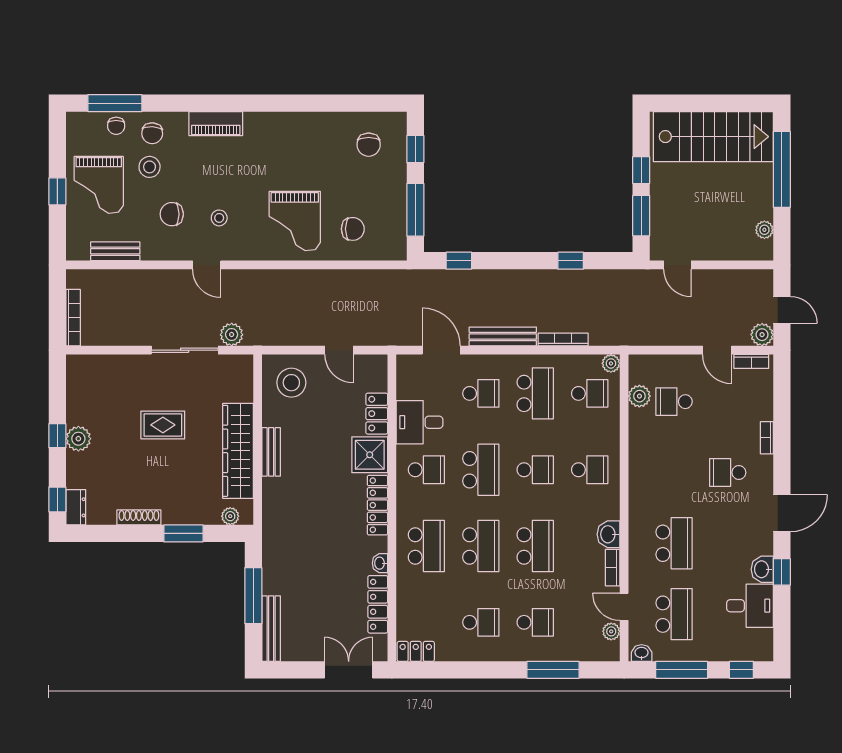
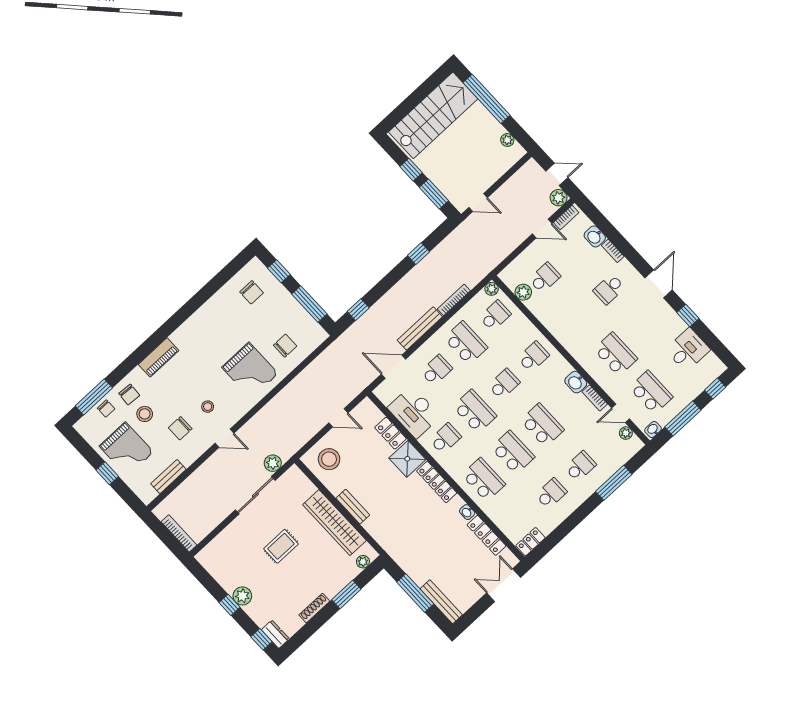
school desk: (674, 402) -> (545, 278), turned 180
desk: (419, 422) -> (414, 412), width x1.37
washbasin: (762, 569) -> (595, 236), moved

